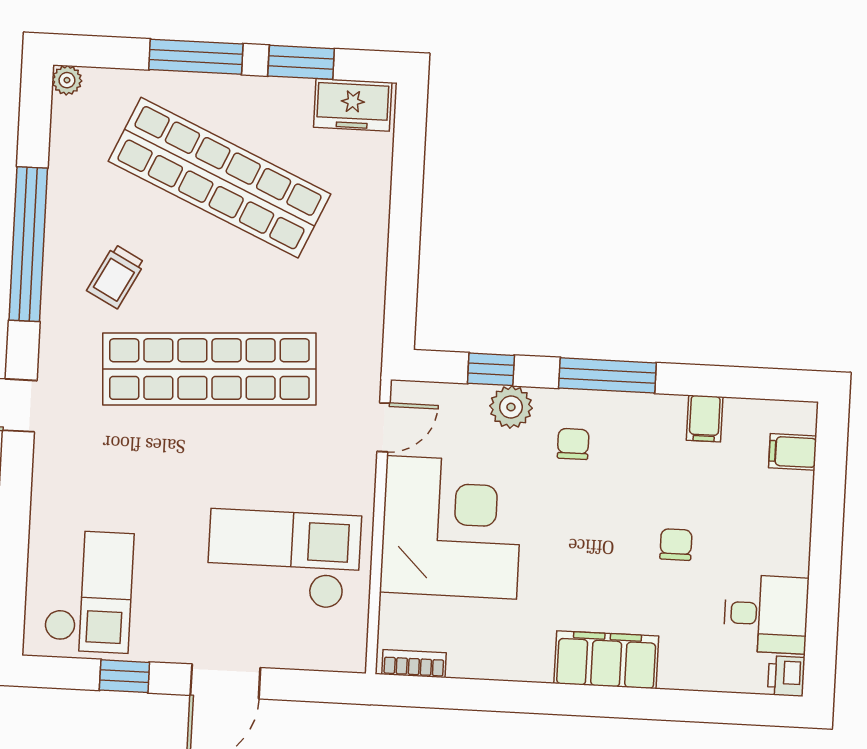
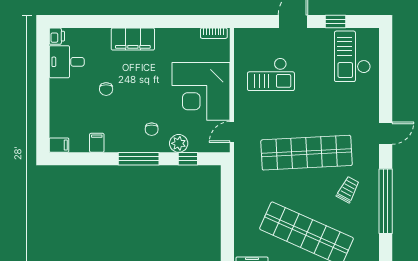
filing cabinet: (793, 452) -> (59, 145), moved
checkout: (284, 559) -> (271, 74), width x0.73, depth x0.83

